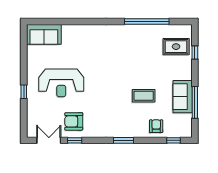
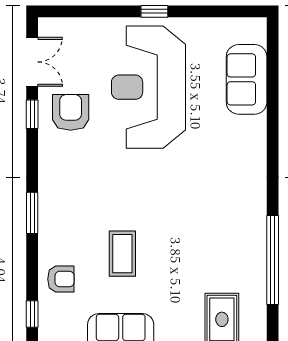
sofa: (44, 34) -> (247, 79), moved
reception desk: (61, 83) -> (148, 87), width x1.36, depth x1.30
window: (24, 92) -> (154, 11), moved

